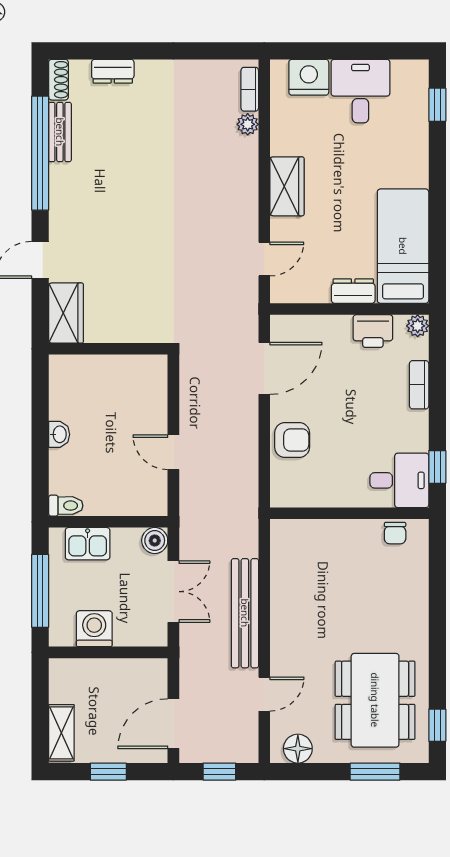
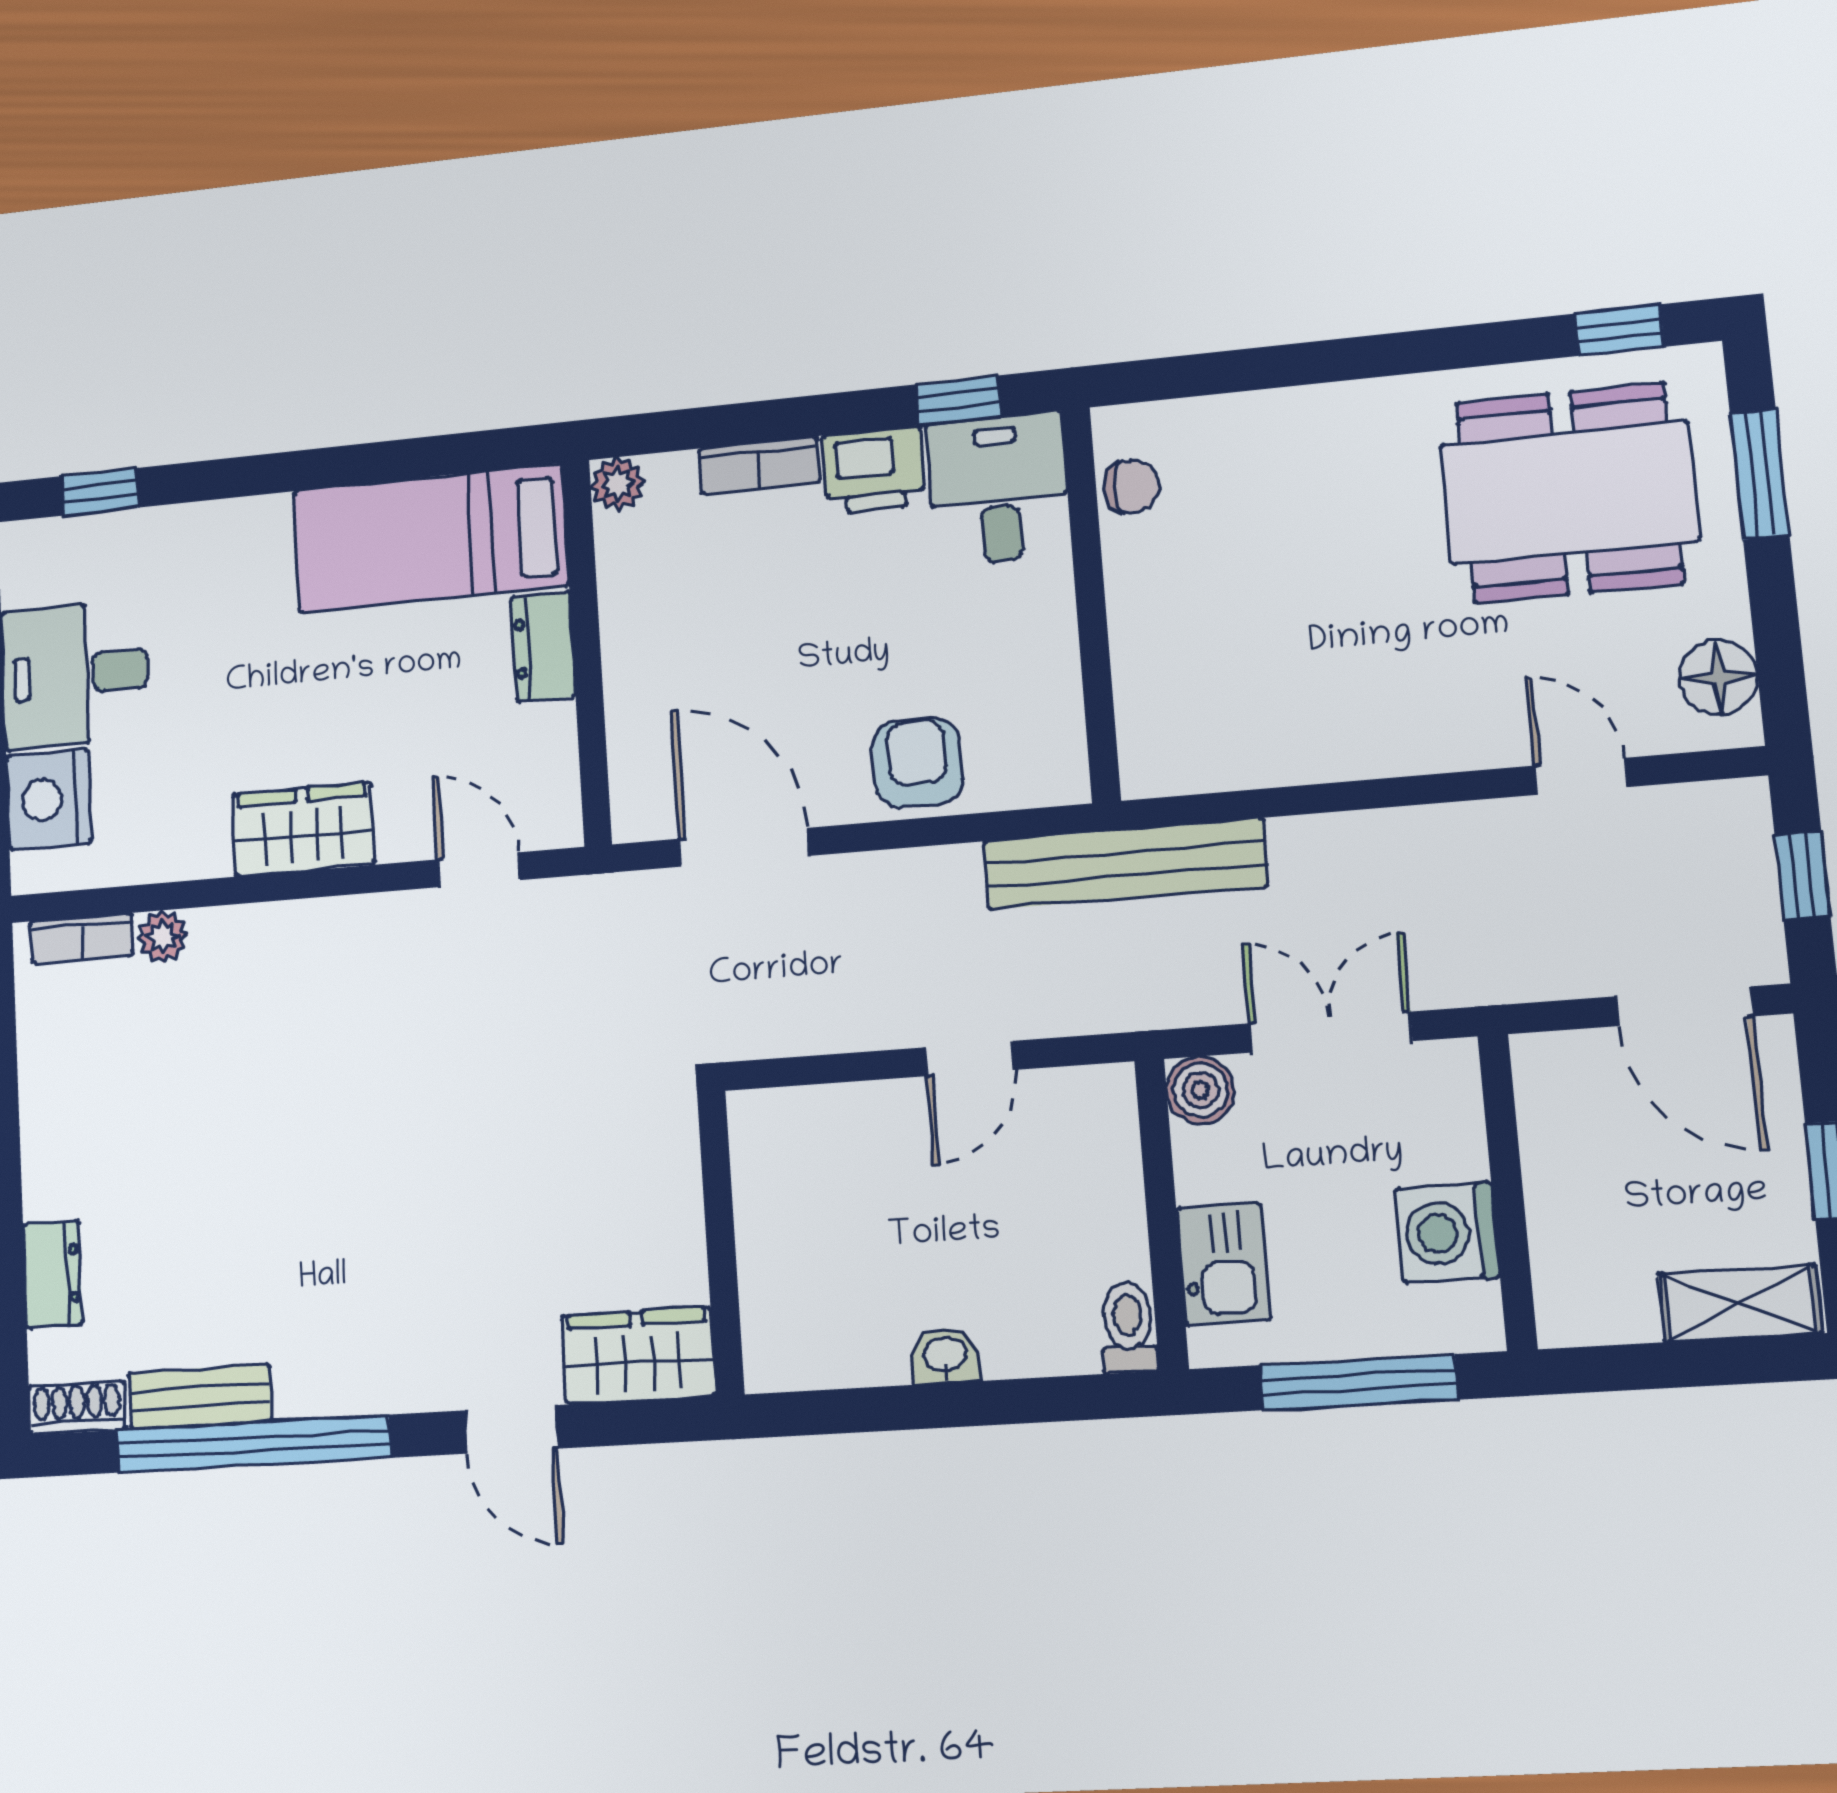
printer: (373, 331) -> (874, 470), moved, turned 90
bench: (245, 613) -> (1125, 864), moved

